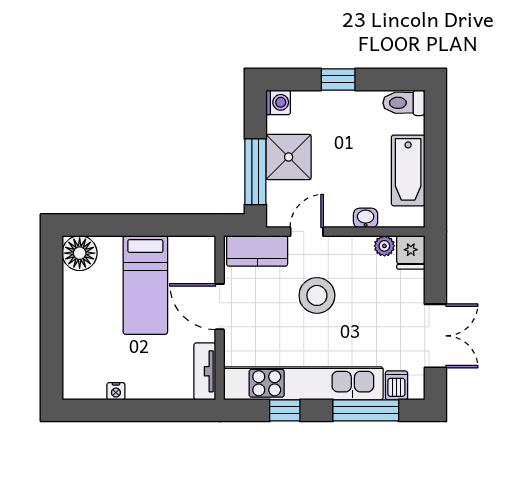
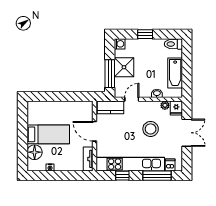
floor lamp: (80, 253) -> (35, 152), moved
bed: (145, 285) -> (48, 134), moved, turned -90
stool: (317, 295) -> (151, 129), moved
double door: (435, 336) -> (187, 133), moved

